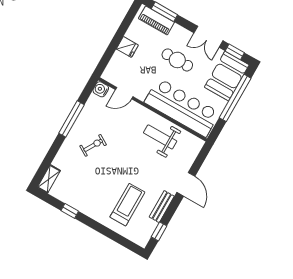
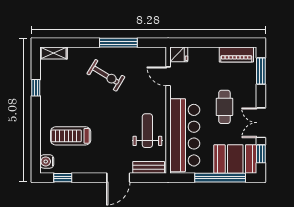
piano: (156, 20) -> (236, 55), moved, turned -90
fridge: (127, 47) -> (179, 54), moved, turned -90
water cooler: (101, 89) -> (47, 161), moved, turned -90
exercise bike: (93, 145) -> (106, 75), width x1.38, depth x1.39
treadmill: (127, 205) -> (71, 136), turned 180
bench: (162, 207) -> (149, 167), moved

